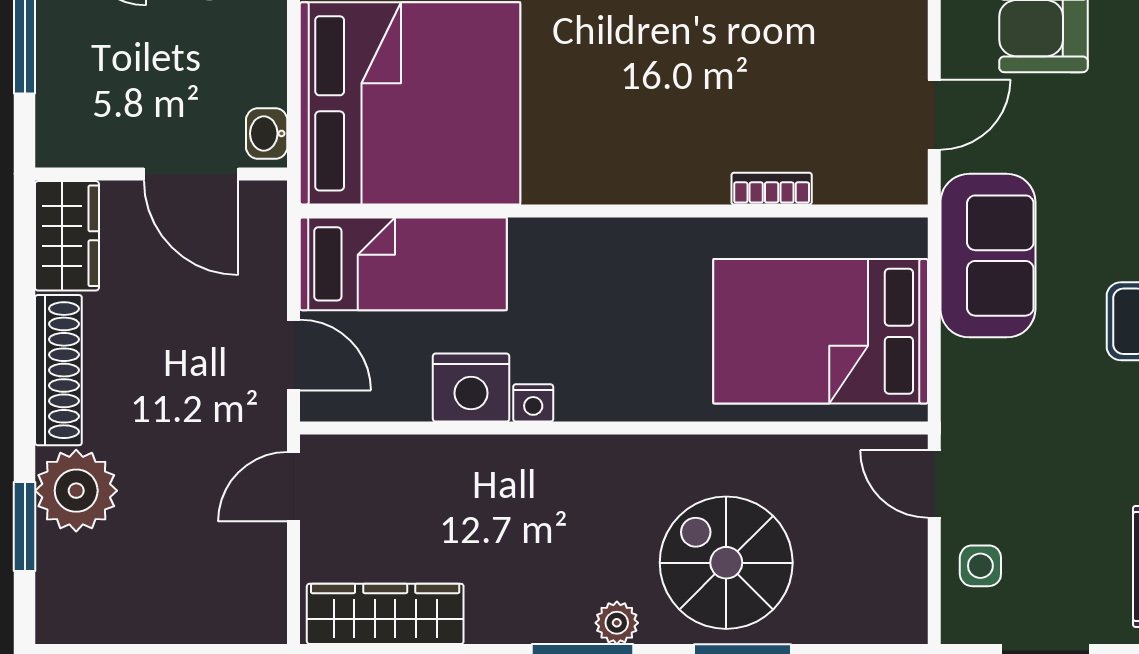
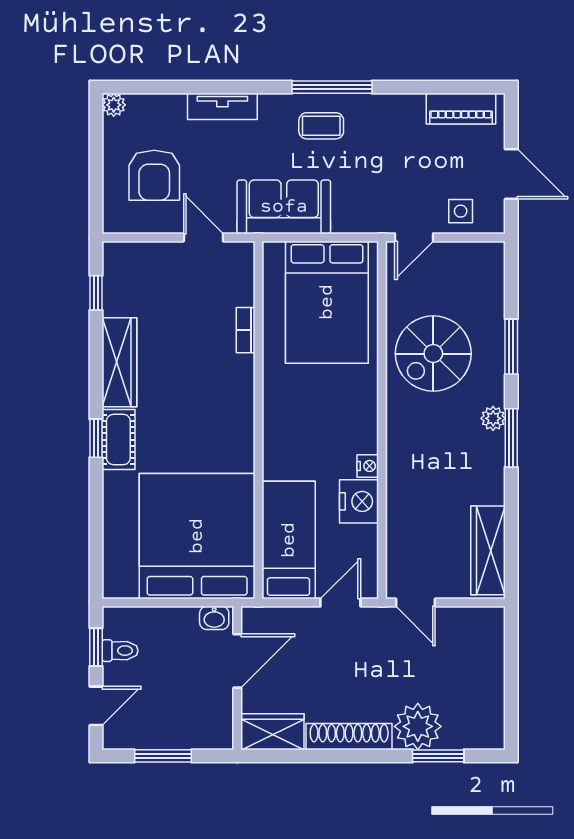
spiral stairs: (726, 563) -> (433, 354), moved

